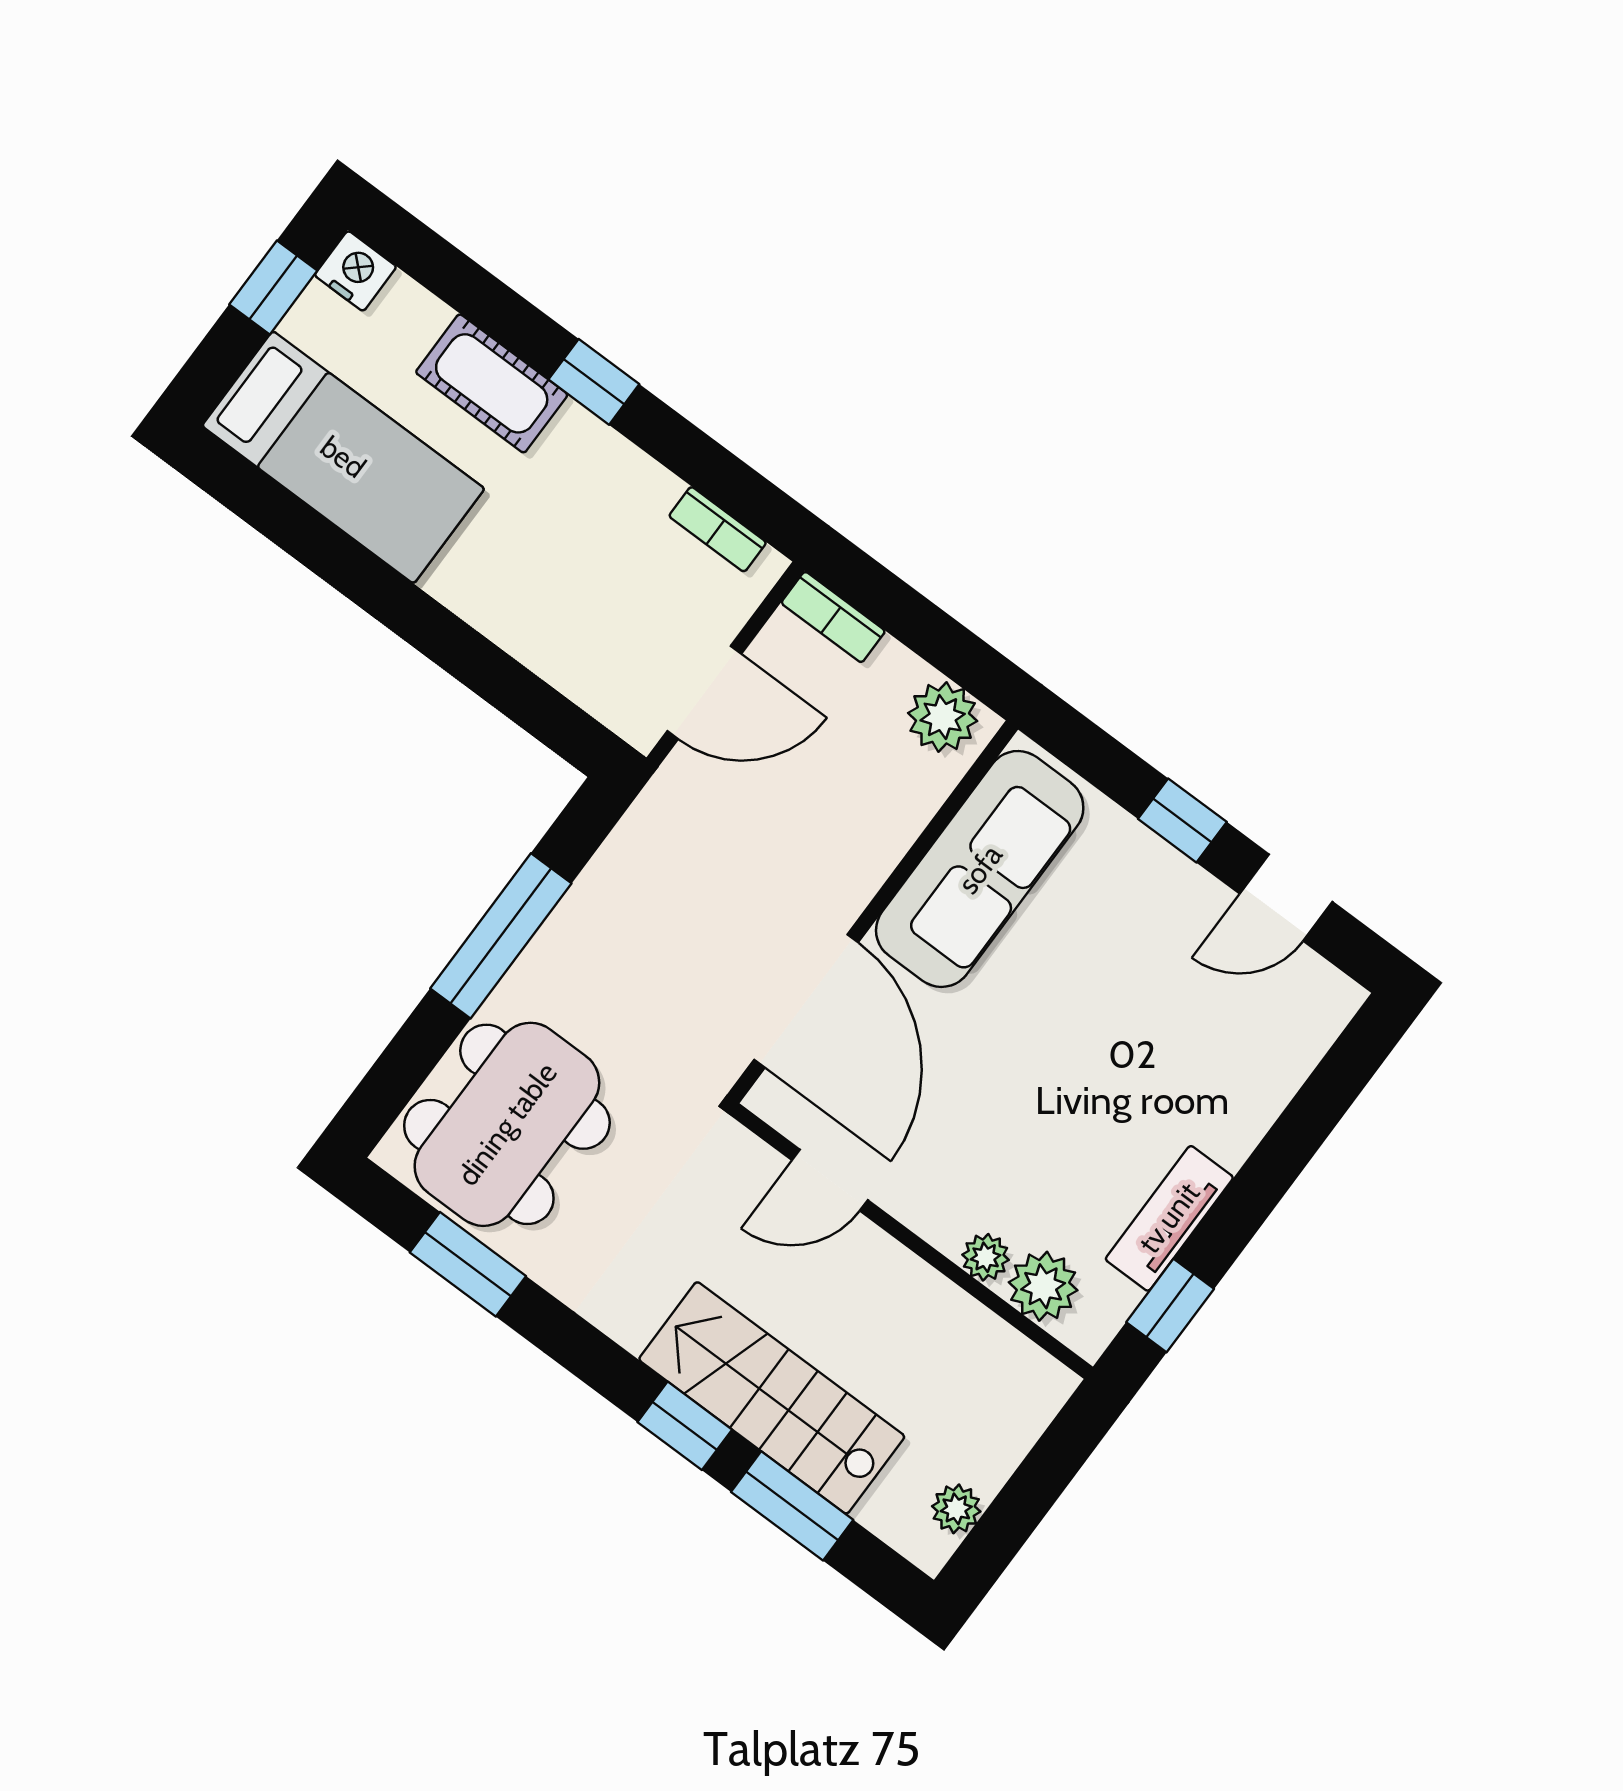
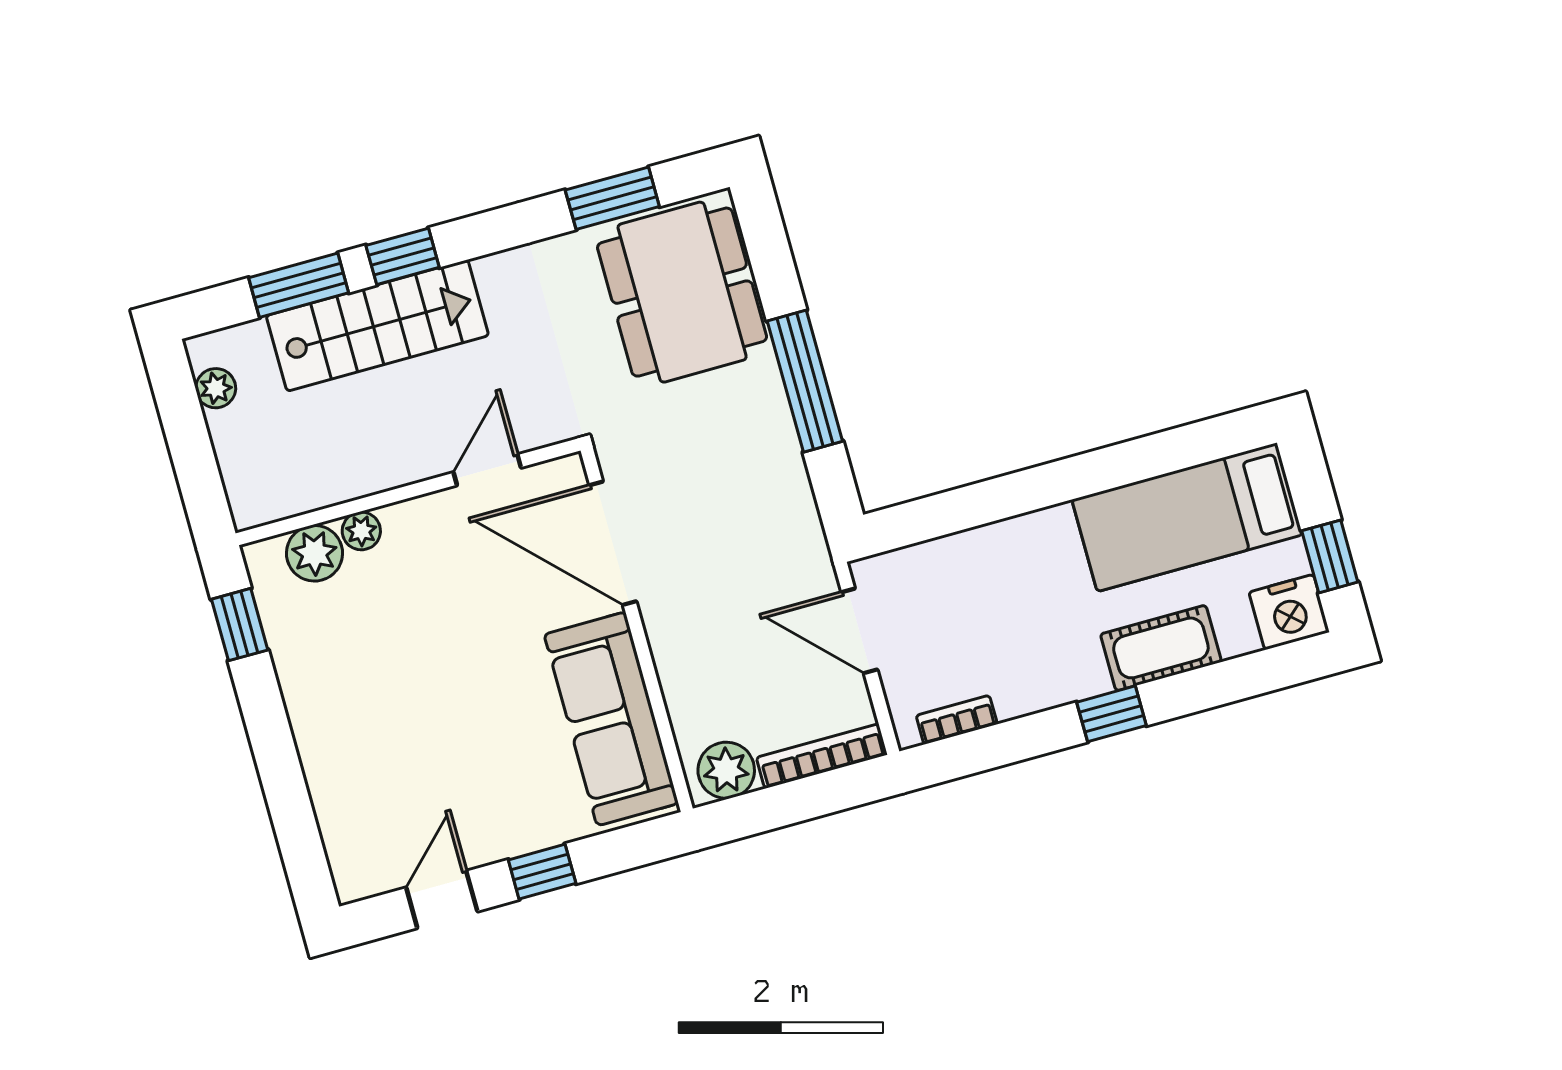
nightstand: (355, 271) -> (1289, 612), width x1.36, depth x1.33
bookcase: (833, 617) -> (822, 756), width x1.56
door: (704, 692) -> (859, 631), hinge flipped
tv unit: (1169, 1218) -> (295, 667), removed

